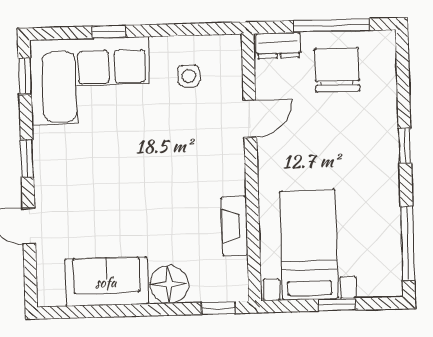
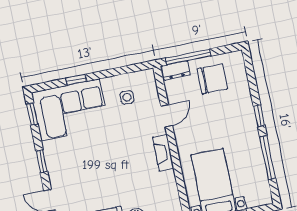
window: (332, 26) -> (188, 57), moved
chair: (337, 70) -> (212, 79), turned 90
fireplace: (235, 226) -> (163, 153), moved
window: (408, 243) -> (268, 158), moved

